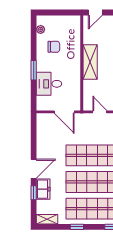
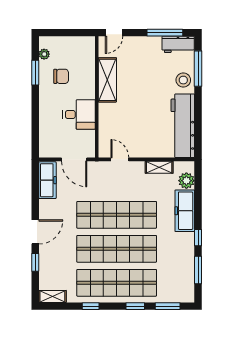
shelving: (90, 62) -> (107, 80), moved
window: (34, 70) -> (35, 73), moved
desk: (49, 84) -> (79, 114), moved, turned 180
freezer: (43, 189) -> (47, 180), moved, width x1.40

